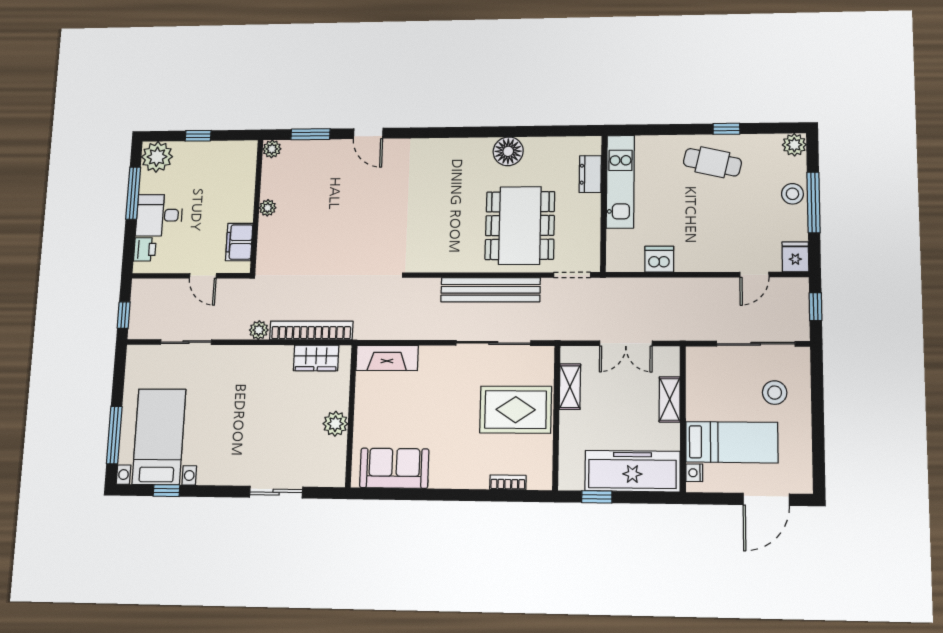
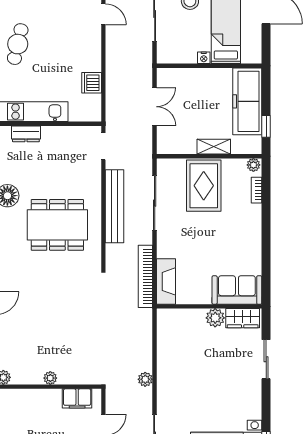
dining table: (520, 226) -> (57, 225), moved
bookcase: (311, 330) -> (145, 276), moved
wardrobe: (316, 358) -> (243, 318), moved, turned 90
shelving: (570, 387) -> (214, 147), moved
shelving: (670, 399) -> (195, 75), removed
sofa: (394, 468) -> (237, 290), moved, turned 90
nightstand: (694, 473) -> (204, 58), moved
plant: (543, 479) -> (253, 165), added

